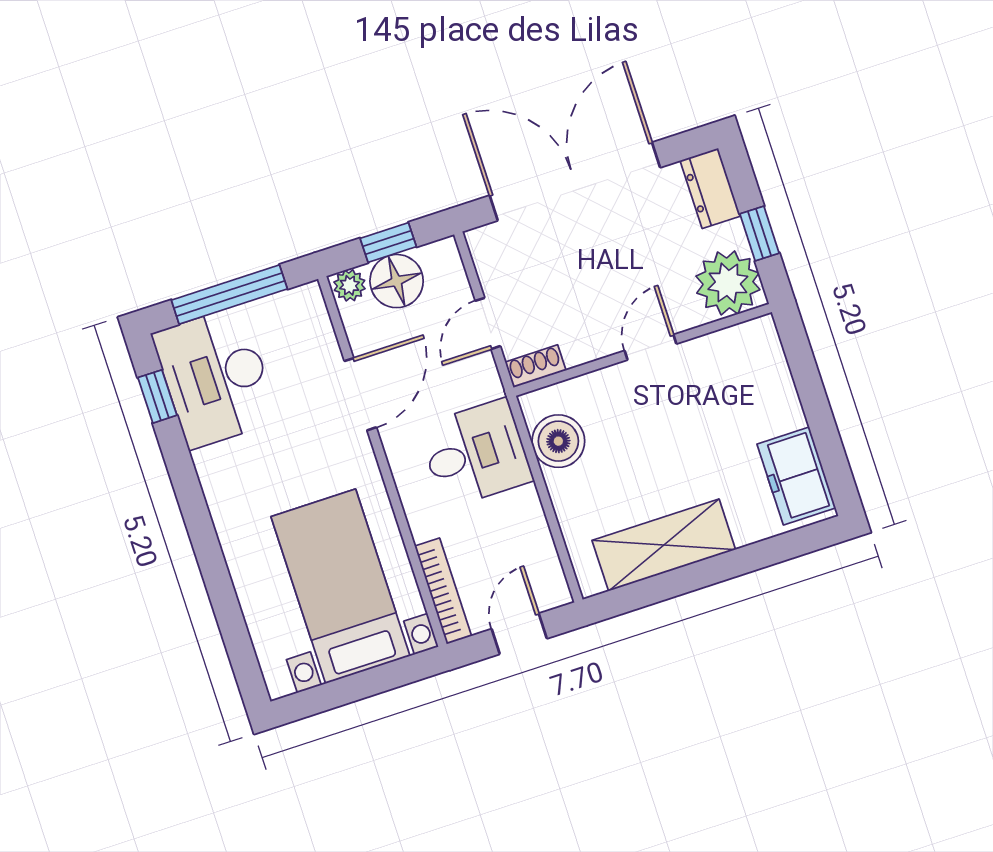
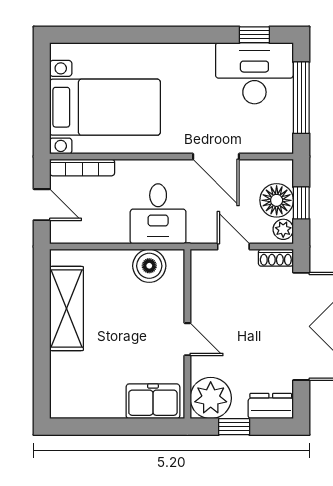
plant: (350, 285) -> (283, 229), moved
shoe rack: (535, 366) -> (276, 258), moved, turned 90
freezer: (796, 476) -> (153, 401), moved

